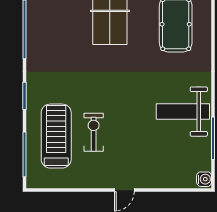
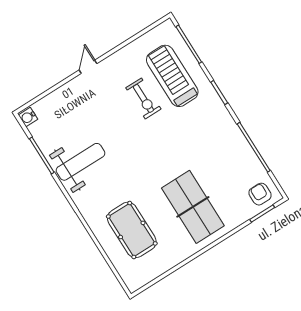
treadmill: (56, 136) -> (172, 76), turned 180

